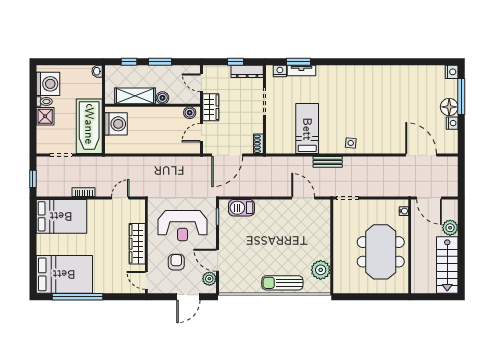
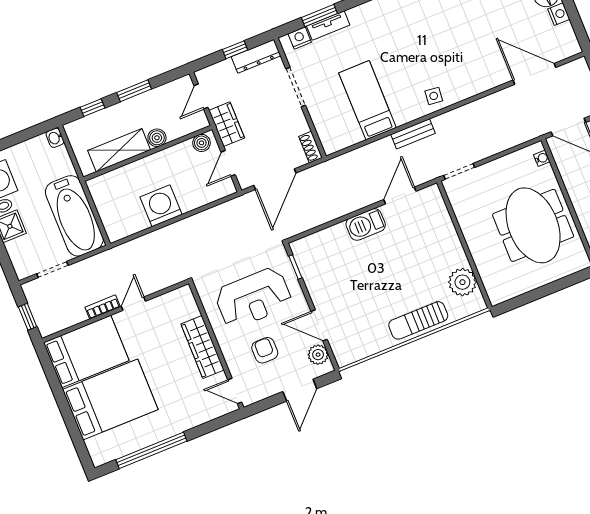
door: (201, 83) -> (201, 96), hinge flipped
washing machine: (116, 124) -> (161, 206), moved, turned -90
door: (120, 198) -> (133, 304), moved
door: (303, 198) -> (400, 195), hinge flipped
barbecue: (241, 208) -> (366, 224), moved
bed: (64, 274) -> (110, 399), moved

